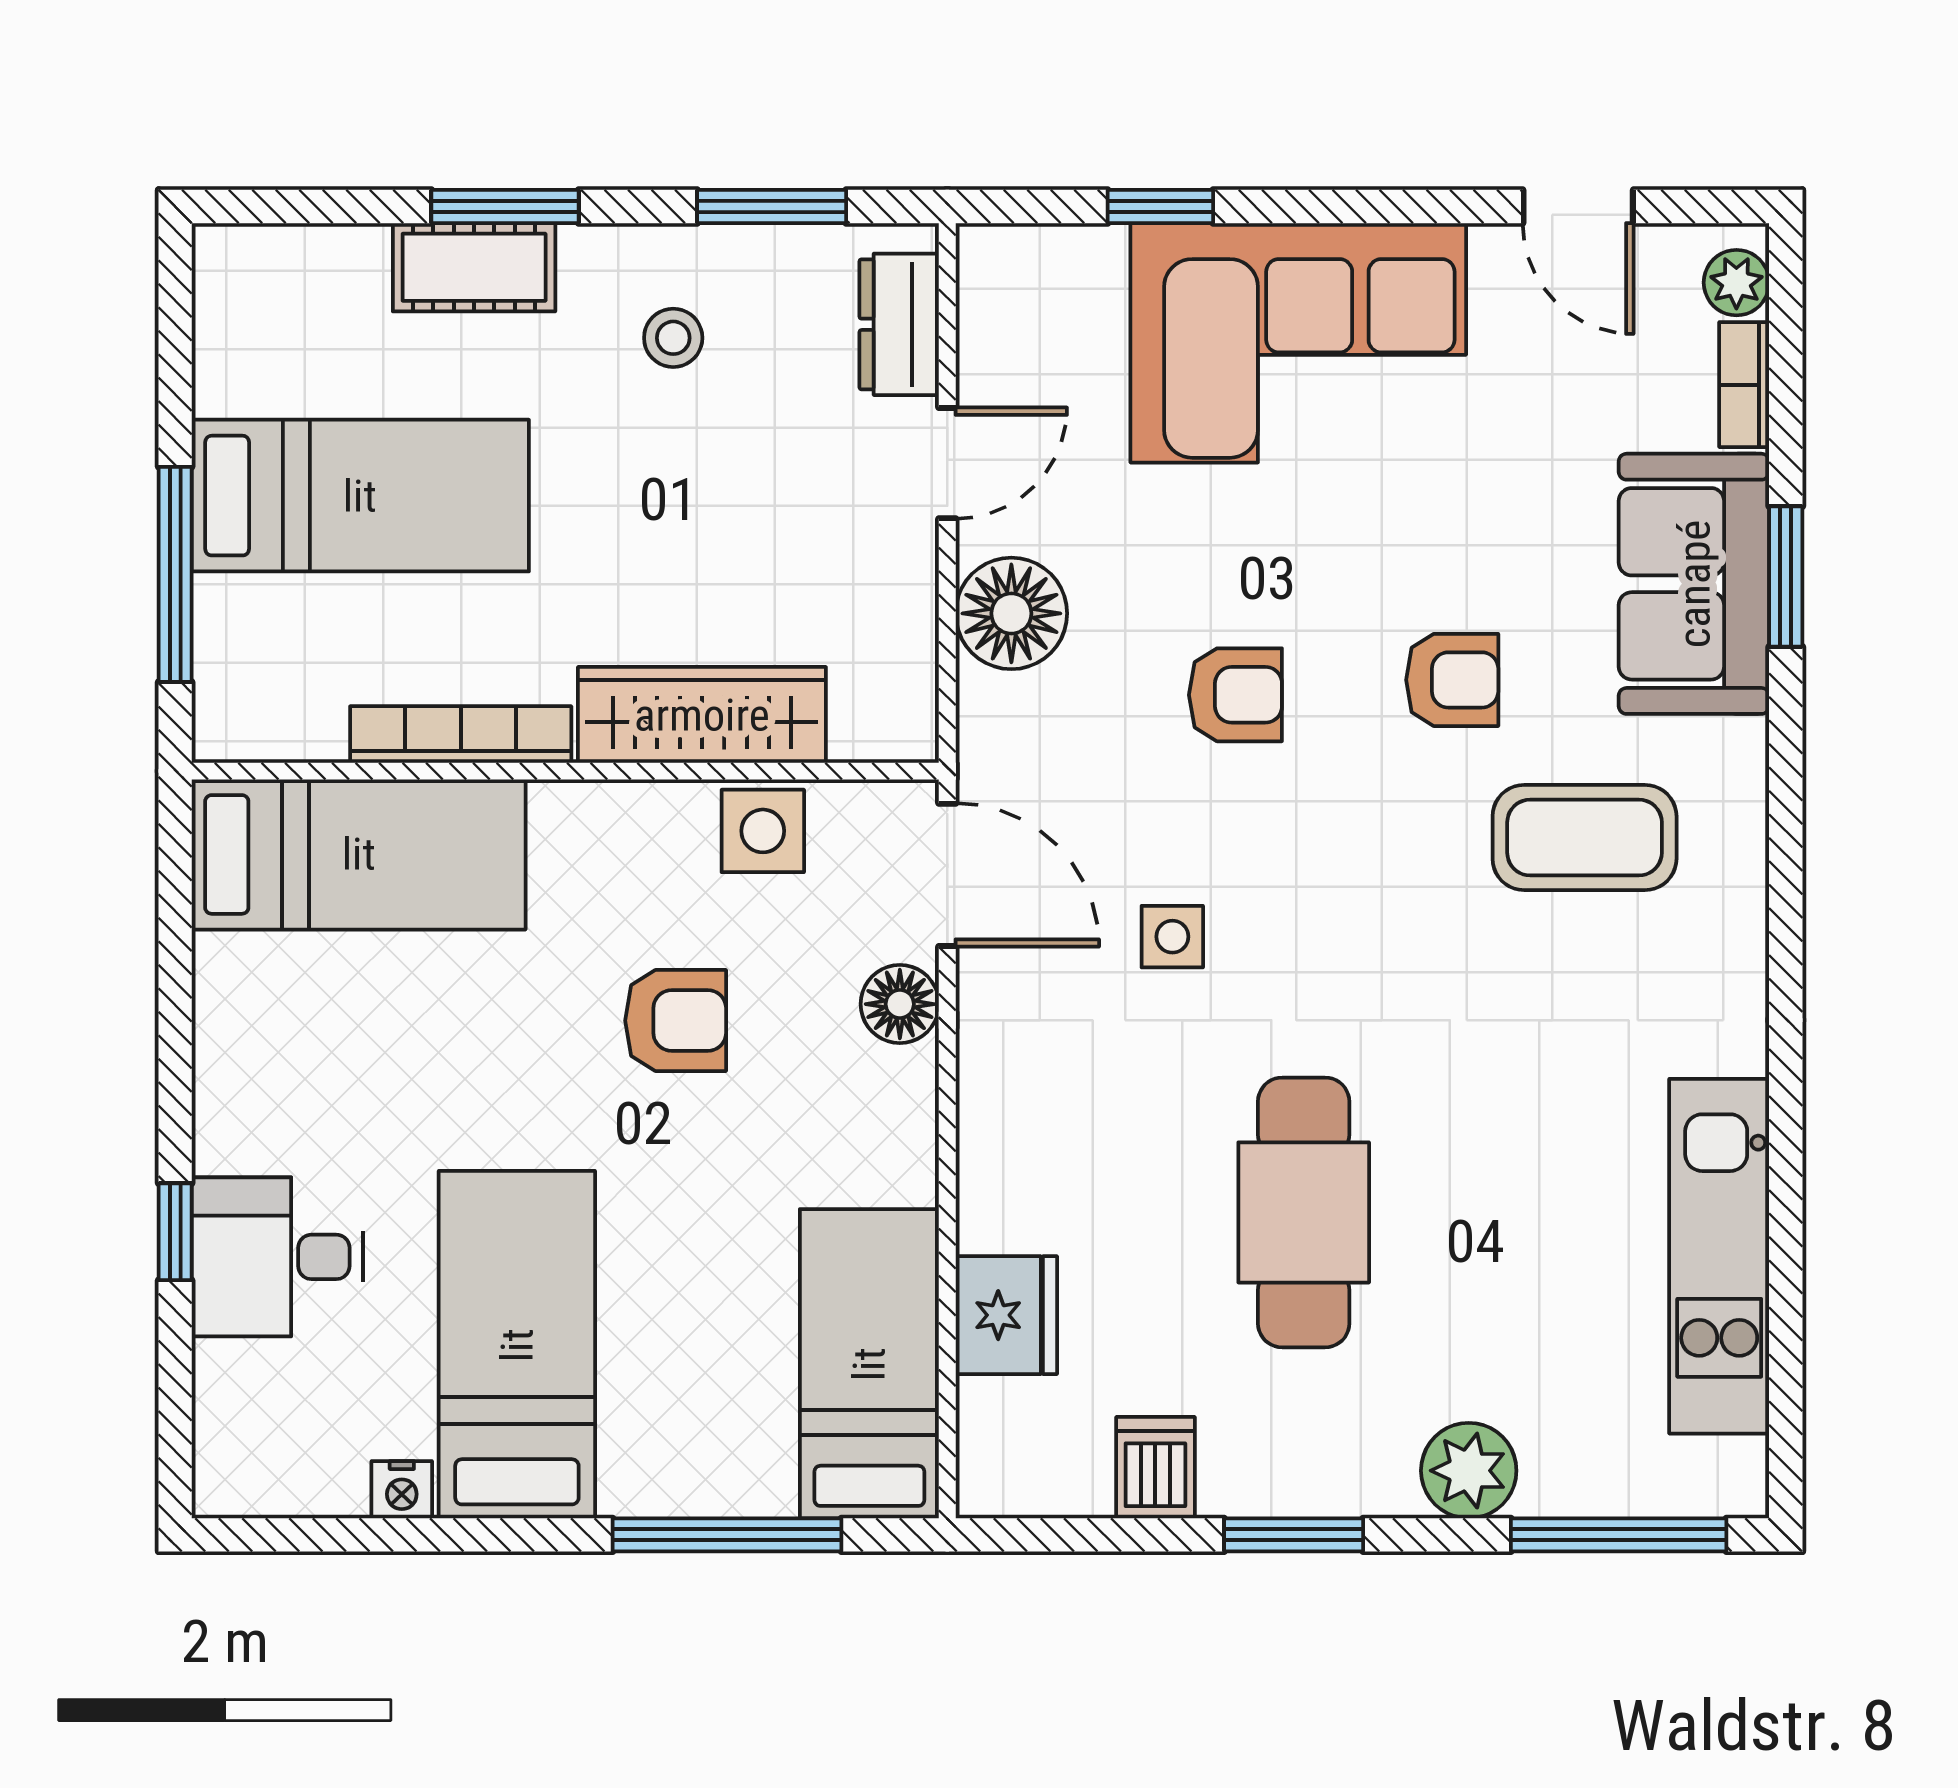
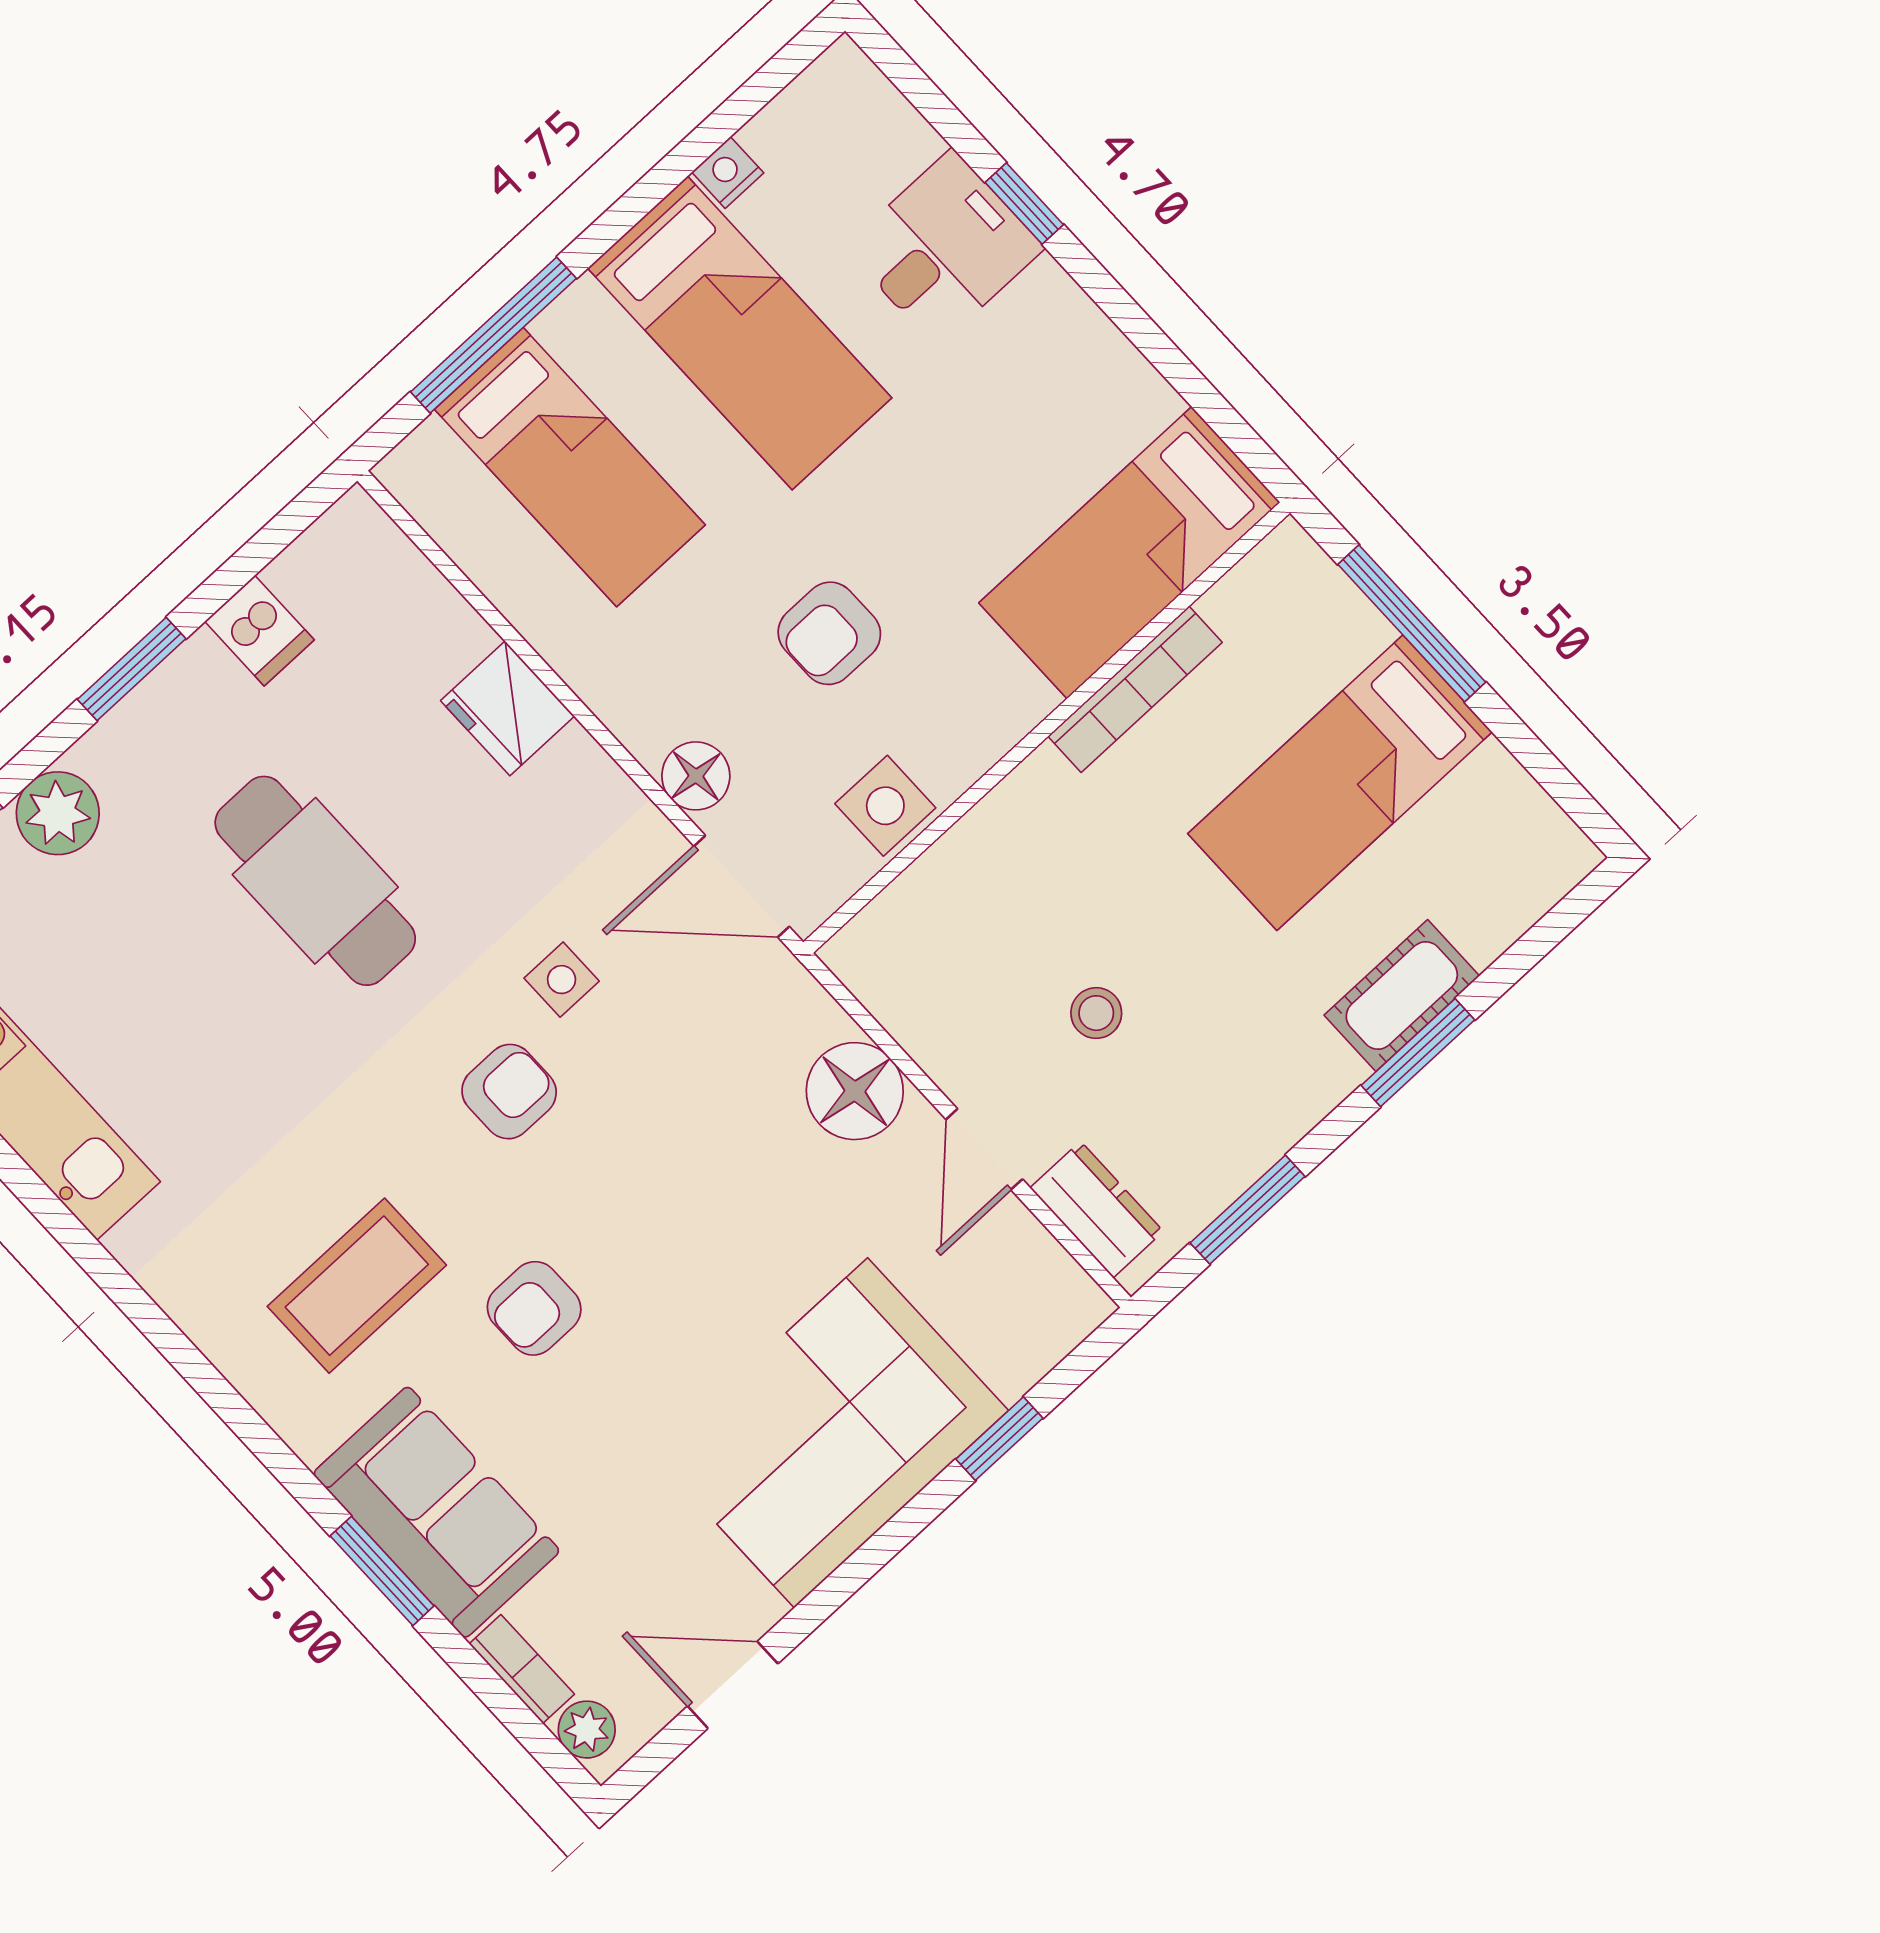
stool: (673, 338) -> (1096, 1013), moved
armchair: (1235, 695) -> (509, 1092), moved, turned 180
wardrobe: (702, 715) -> (993, 844), removed
fridge: (1006, 1315) -> (508, 708), moved
bed: (869, 1364) -> (570, 467), moved

